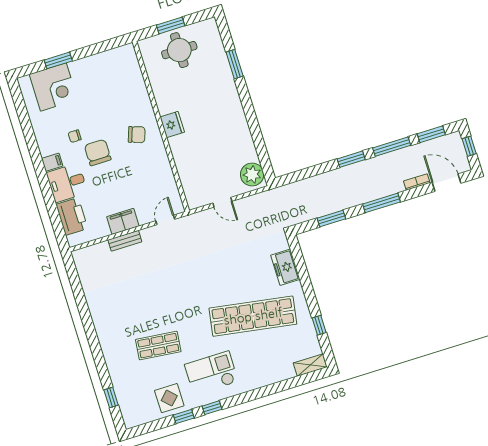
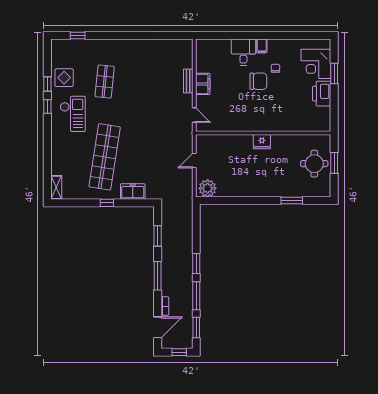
chair: (137, 135) -> (263, 114), removed
printer: (72, 216) -> (322, 94), moved, turned 90
window: (319, 325) -> (107, 203), moved

